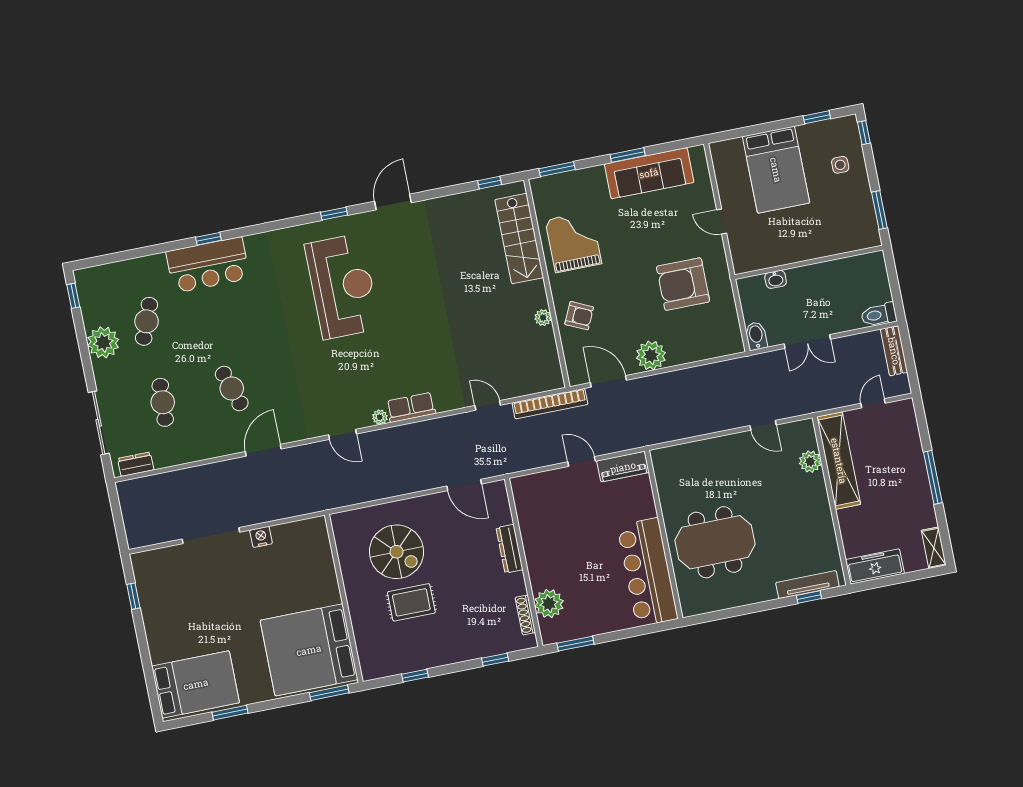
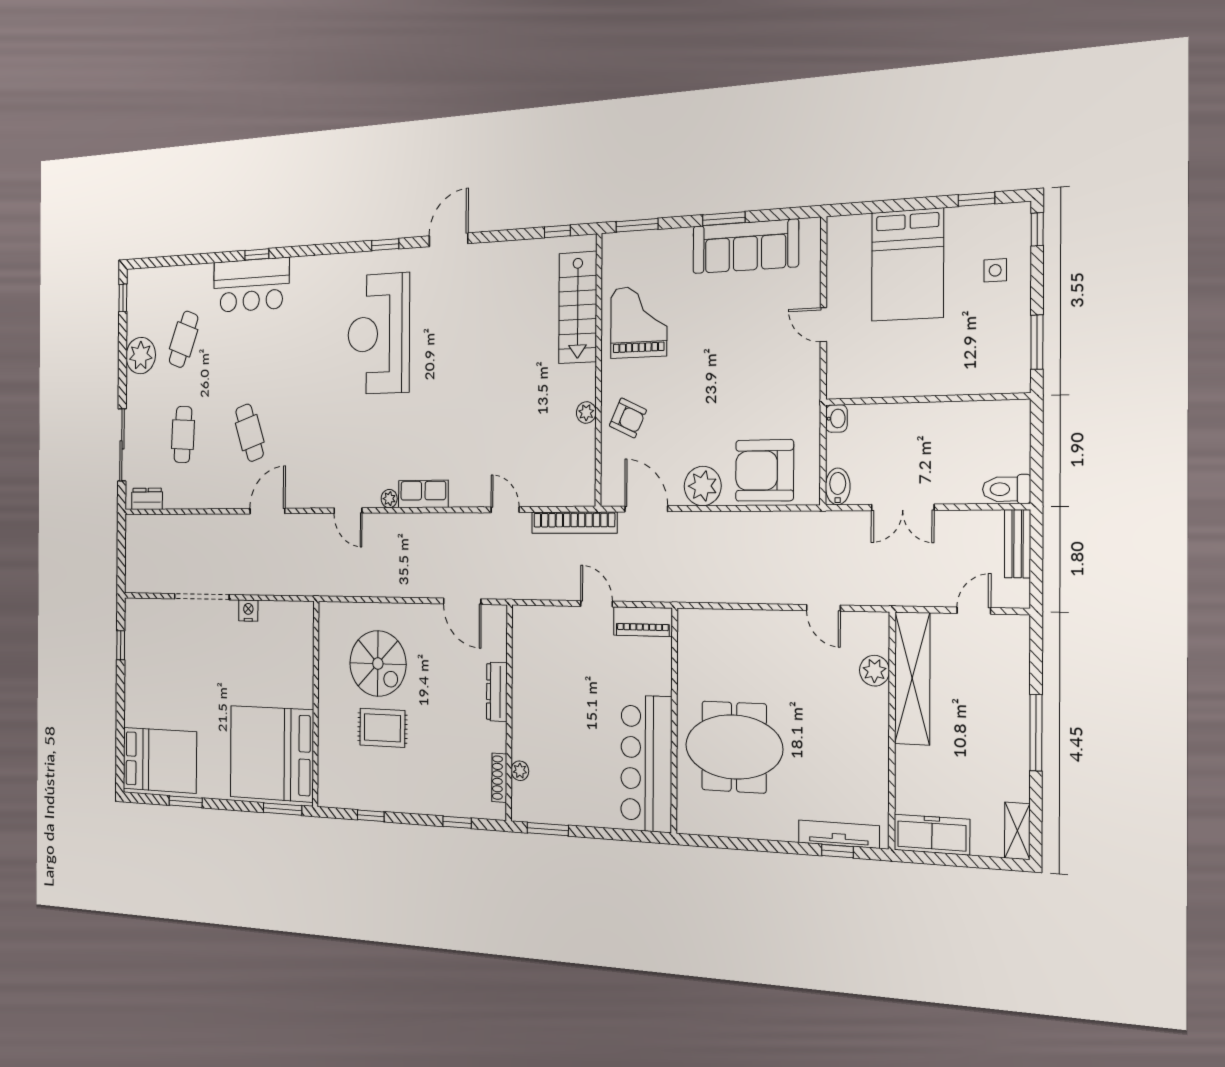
washbasin: (776, 279) -> (836, 418), moved, turned -90
armchair: (683, 284) -> (765, 470), moved
reception desk: (343, 286) -> (379, 334), turned 180
plant: (549, 604) -> (520, 771), width x0.53, depth x0.53

